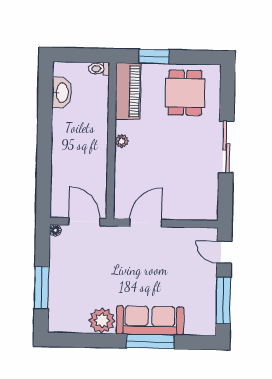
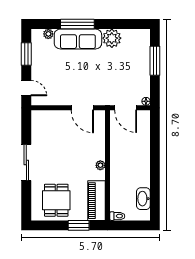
door: (146, 223) -> (82, 108), hinge flipped
window: (223, 300) -> (26, 54), width x0.69
plant: (192, 328) -> (48, 34), added

